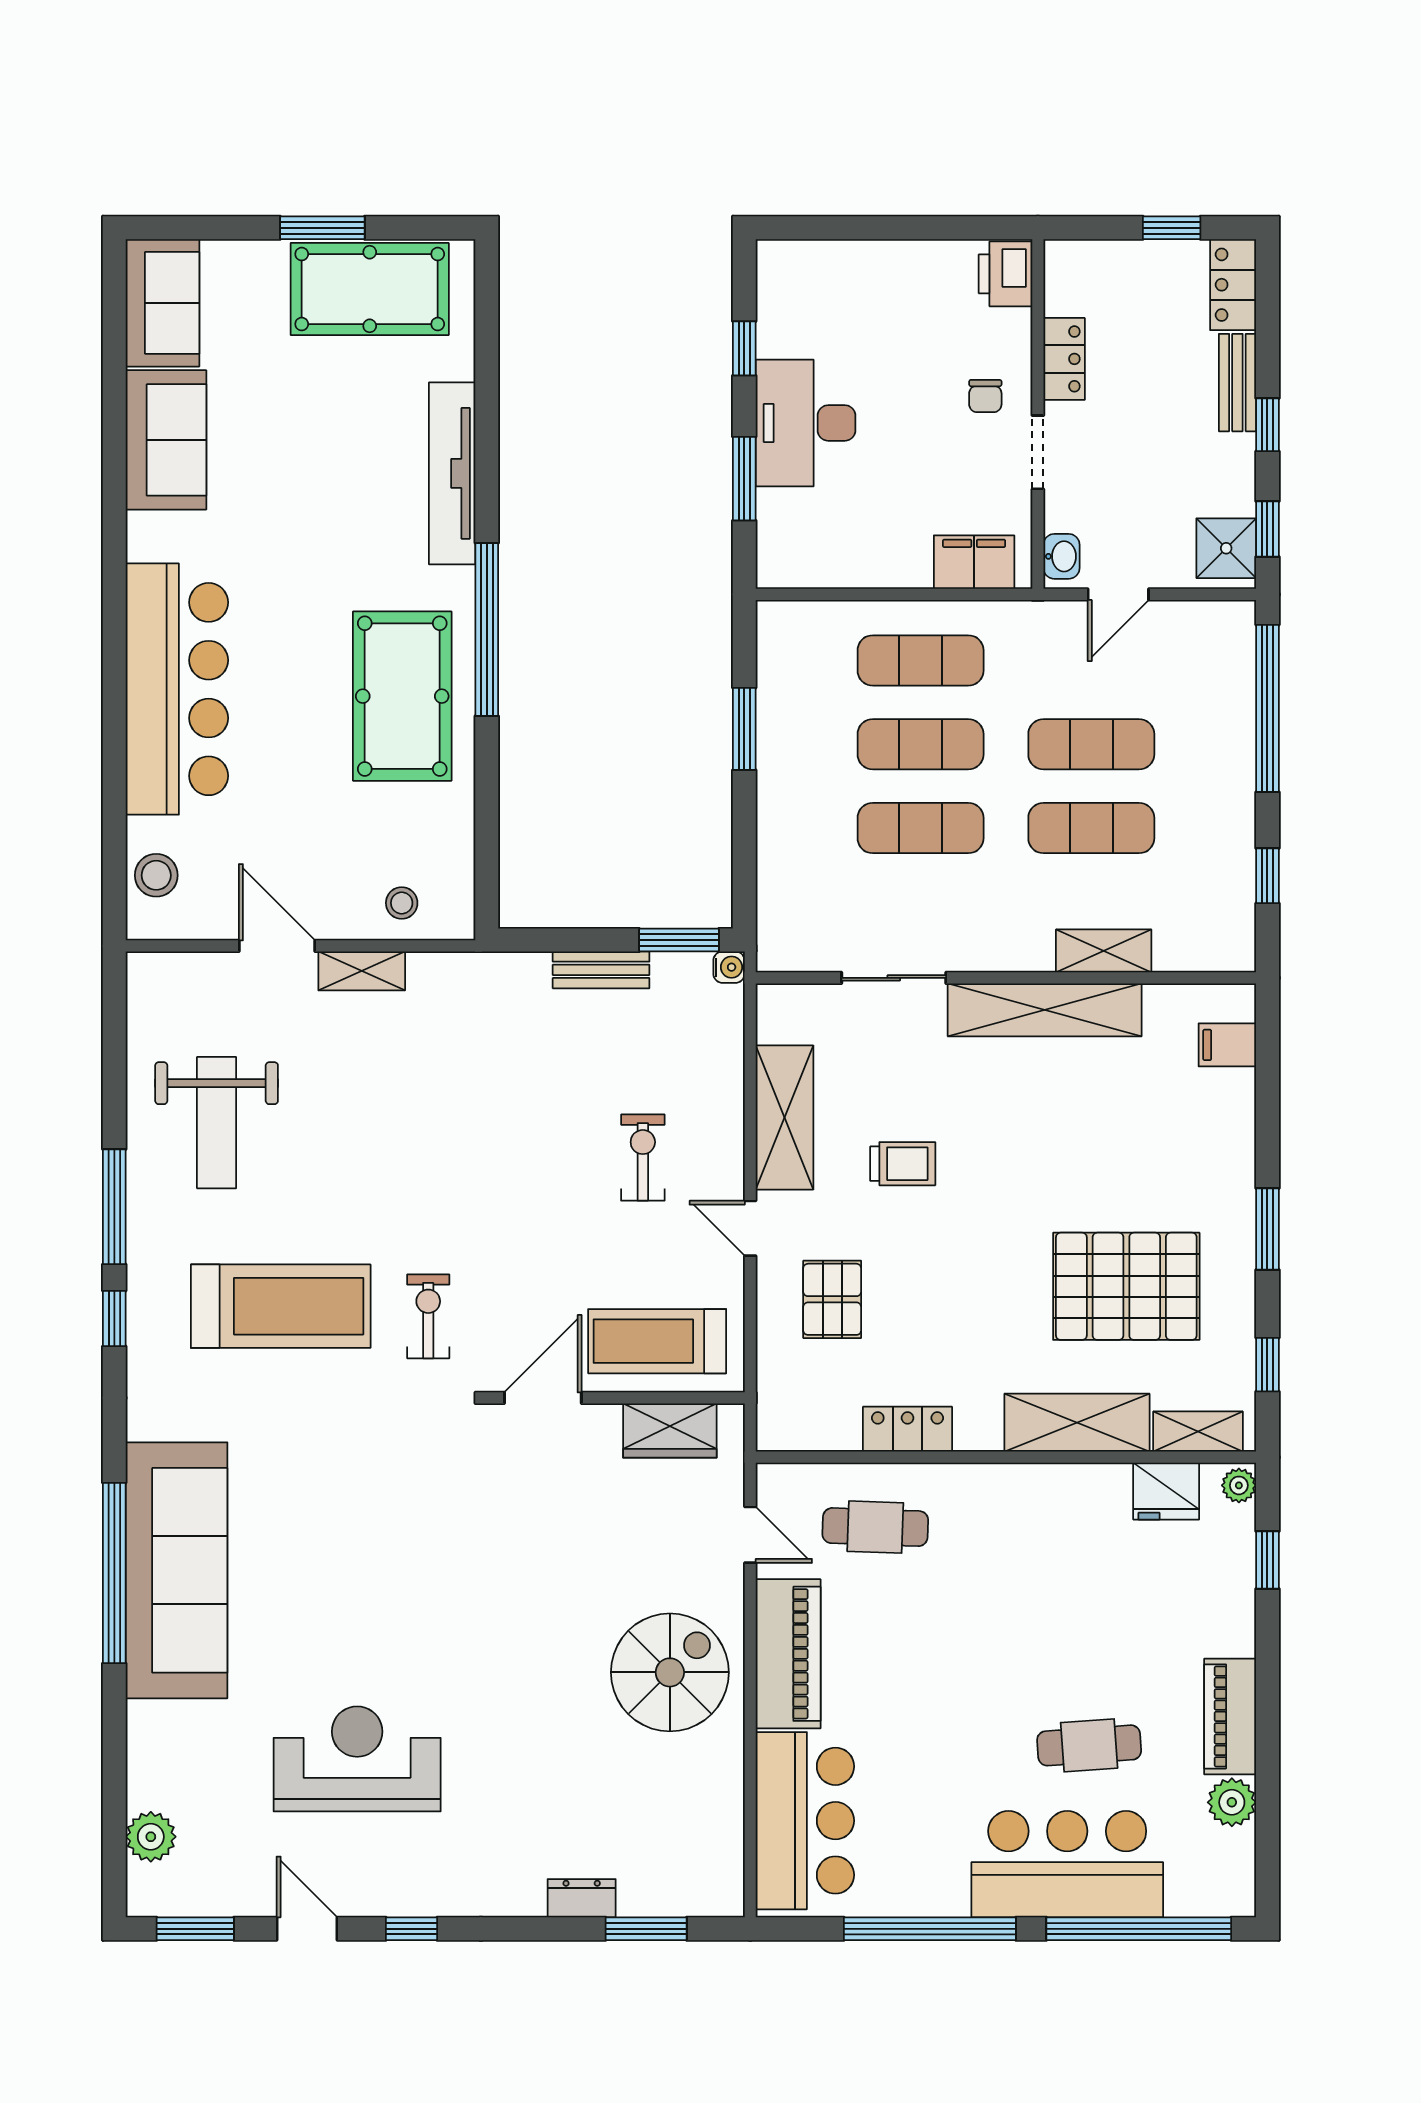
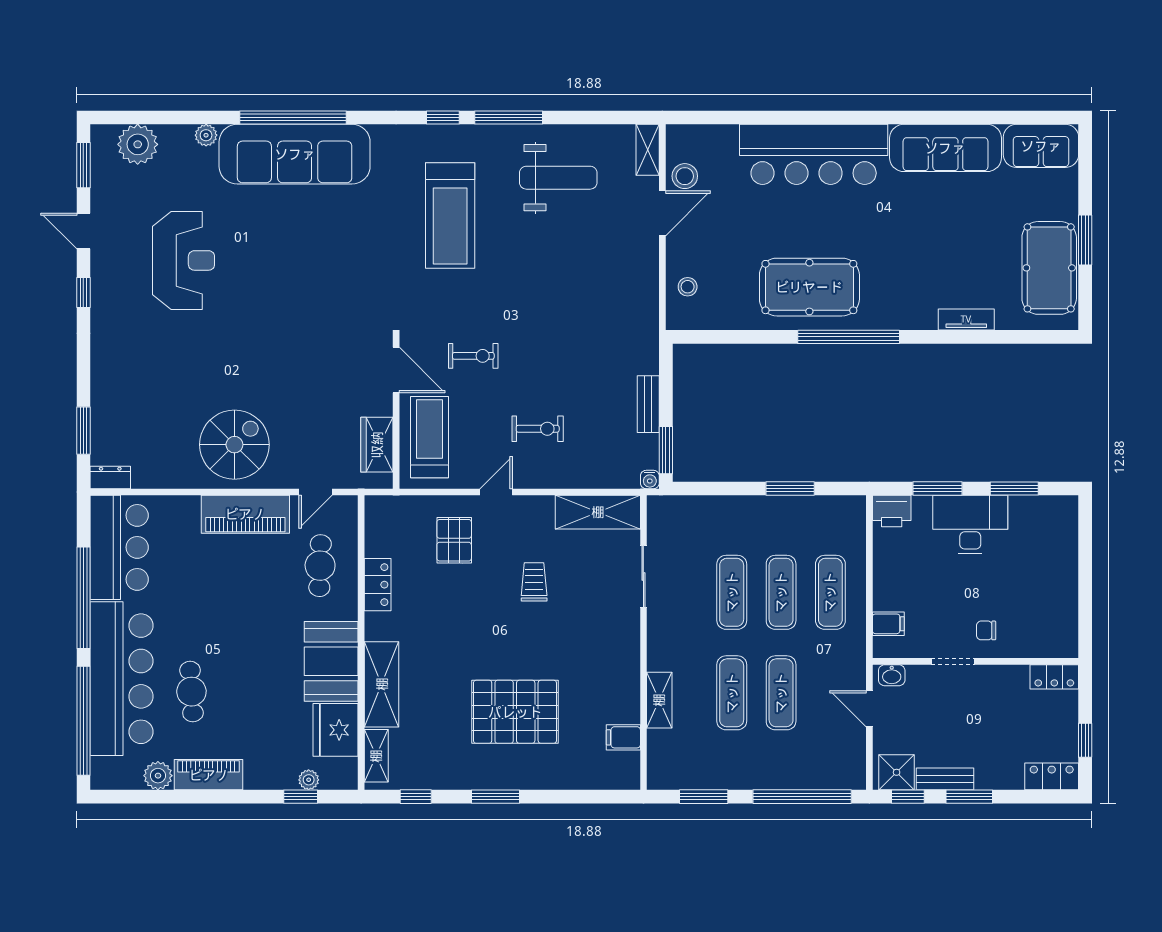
printer: (1006, 274) -> (892, 511), moved, turned 180
window: (744, 348) -> (1014, 489), width x1.50
locker: (1064, 359) -> (1054, 677), moved
bench: (1237, 383) -> (945, 779), moved
window: (1267, 425) -> (969, 797), width x1.50
sofa: (166, 440) -> (945, 148), width x1.36
tv unit: (452, 473) -> (966, 319), width x0.52, depth x0.78
filing cabinet: (974, 562) -> (888, 624), width x0.50
stool: (156, 875) -> (685, 176), moved
window: (1267, 876) -> (704, 797), width x1.50
shelving: (362, 971) -> (648, 150), moved
shelving: (1045, 1010) -> (625, 665), removed
filing cabinet: (1227, 1045) -> (623, 737), moved, turned -90
shelving: (785, 1117) -> (598, 512), moved
weight bench: (217, 1123) -> (558, 178), turned 180
trolley: (903, 1164) -> (534, 582), turned 180
pallet: (1126, 1286) -> (515, 712), moved, turned 90
pallet: (832, 1299) -> (454, 540), turned 90
exercise bike: (428, 1316) -> (473, 356), moved
plant: (1239, 1485) -> (309, 780), moved
fridge: (1166, 1491) -> (336, 730), width x1.36, depth x1.34
booth: (1038, 1508) -> (331, 661), added
spiral stairs: (670, 1672) -> (234, 445), turned -90
plant: (144, 1721) -> (206, 135), added
bar counter: (805, 1821) -> (119, 547), moved, turned -90
plant: (151, 1837) -> (138, 144), width x1.36, depth x1.36
bar counter: (1067, 1864) -> (122, 679), width x1.36
dresser: (582, 1898) -> (110, 478), moved, turned -90
door: (307, 1929) -> (83, 231), swing flipped

